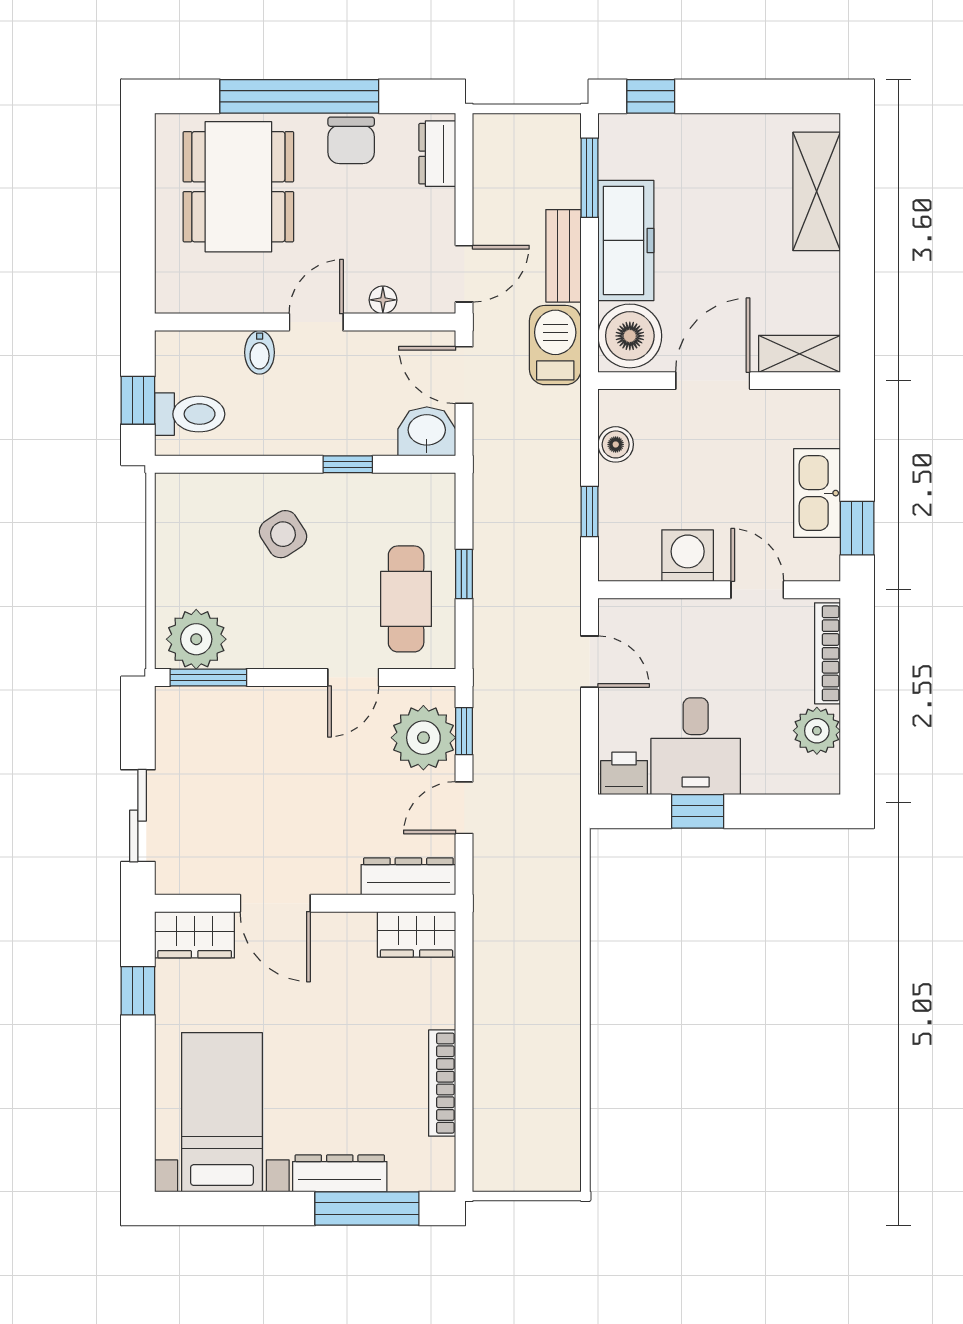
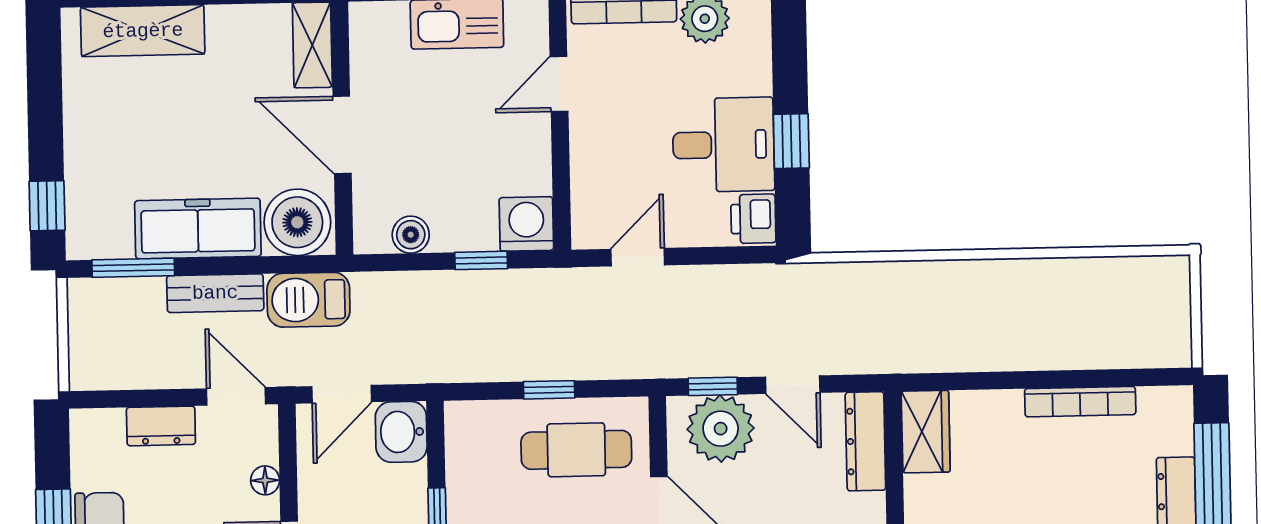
dresser: (437, 154) -> (161, 426), moved
washing machine: (688, 556) -> (526, 224), moved, turned 90

